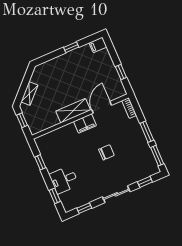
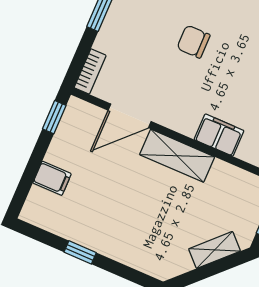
filing cabinet: (98, 45) -> (52, 178), moved
window: (121, 72) -> (54, 117), moved
filing cabinet: (85, 124) -> (219, 135), moved

